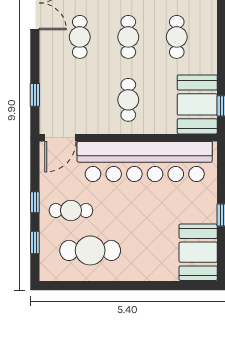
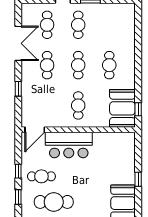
window: (35, 95) -> (18, 89), moved
bar counter: (145, 161) -> (69, 145), width x0.54

